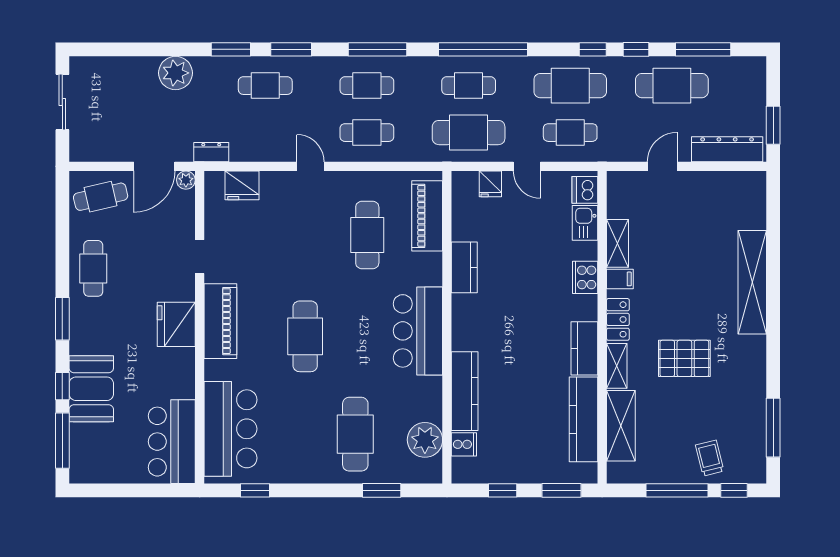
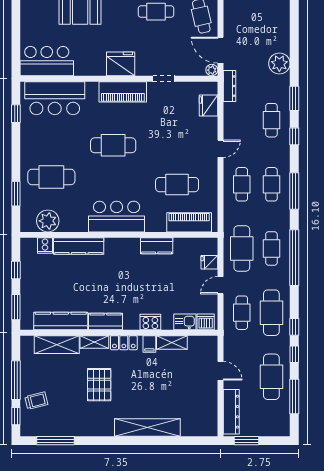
window: (291, 49) -> (294, 136), width x0.67
dresser: (211, 152) -> (229, 86), width x1.44

